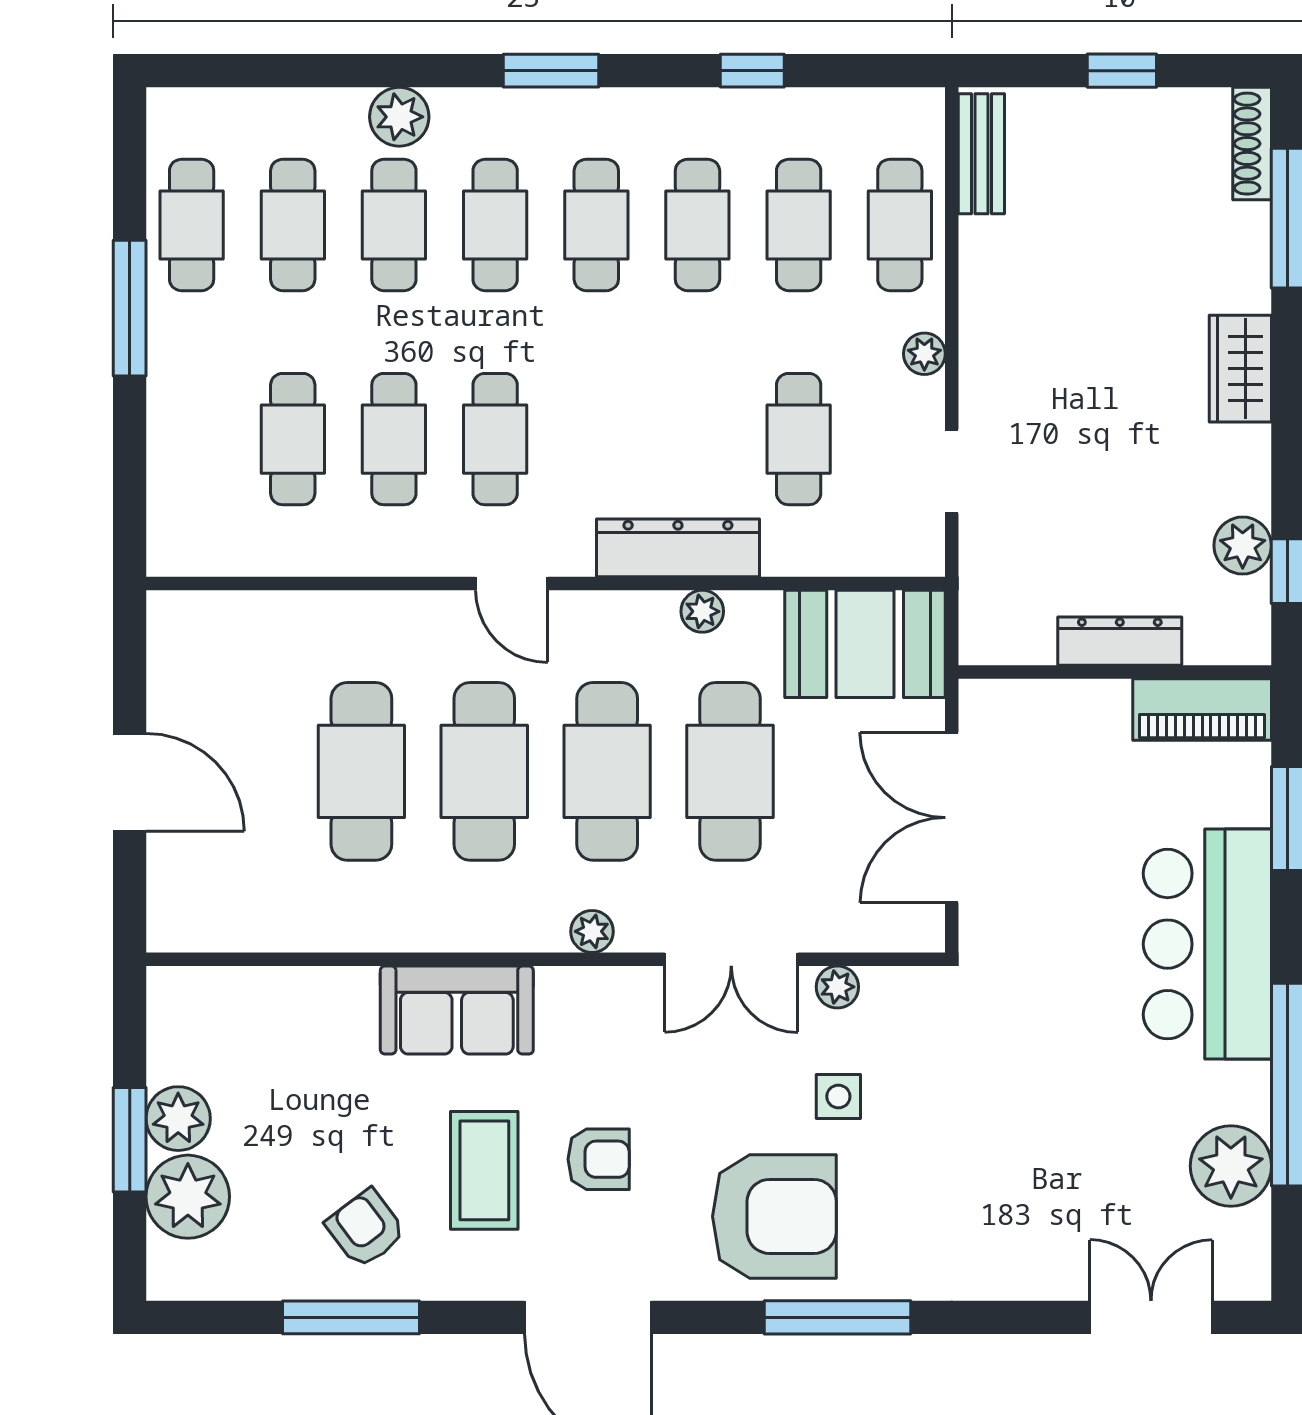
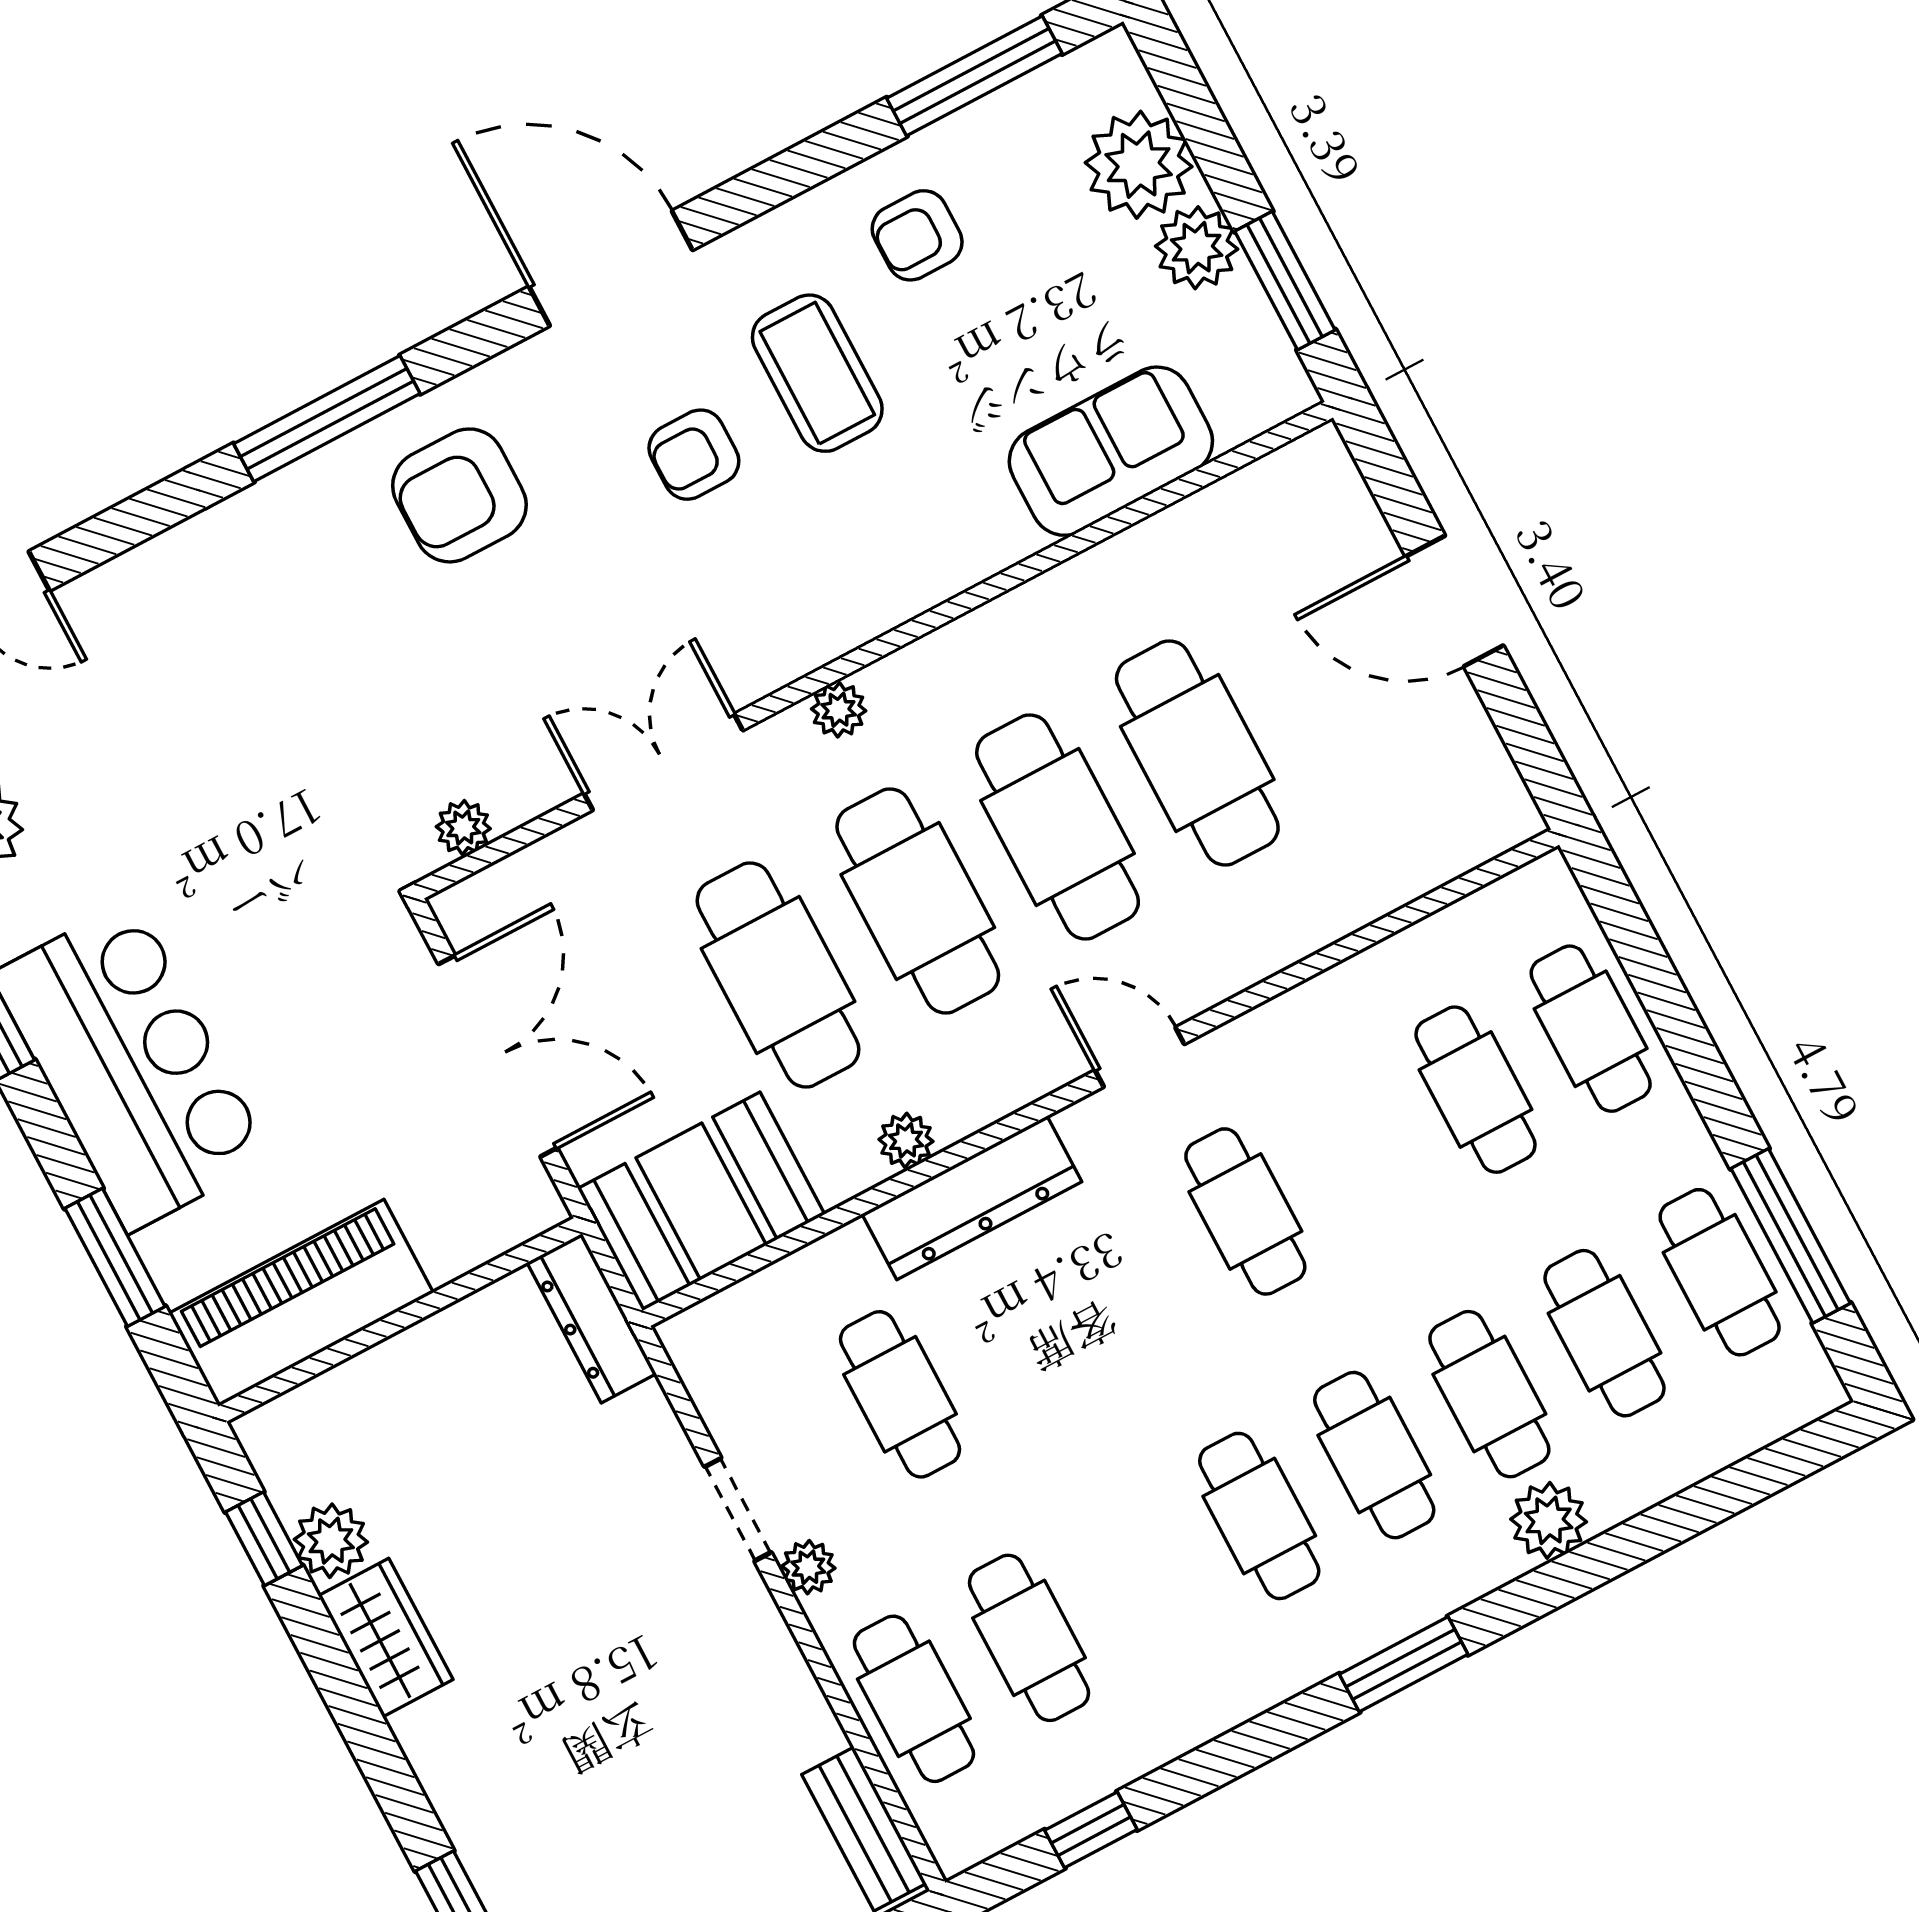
window: (752, 71) -> (1091, 1830), moved
cafe table: (697, 225) -> (1144, 1577), removed
window: (130, 308) -> (1791, 1236), moved
wardrobe: (1240, 369) -> (386, 1638), moved
cafe table: (394, 439) -> (1591, 1029), moved
doorway: (952, 471) -> (738, 1509), moved
dresser: (1120, 641) -> (592, 1318), moved, turned 90
piano: (1202, 709) -> (301, 1303), width x1.37, depth x1.33
plant: (837, 987) -> (463, 828), moved
sofa: (457, 1010) -> (1111, 451), moved
side table: (838, 1096) -> (459, 670), removed
window: (130, 1140) -> (1285, 281), moved
armchair: (774, 1216) -> (459, 495), width x0.73, depth x0.73
armchair: (366, 1229) -> (917, 235), turned 127
window: (351, 1317) -> (974, 76), moved

